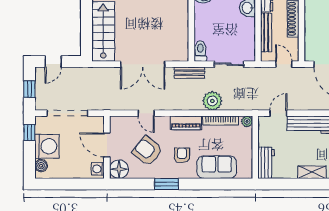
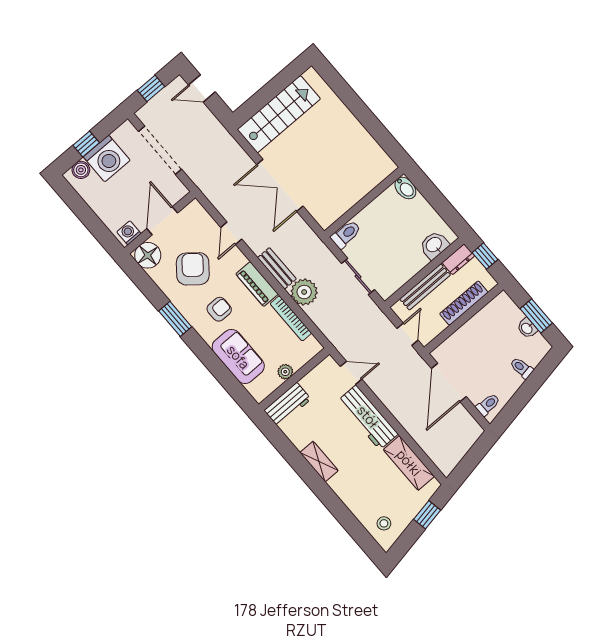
bench: (189, 73) -> (277, 268), moved
plant: (247, 121) -> (285, 372), moved
window: (29, 133) -> (86, 144), moved

